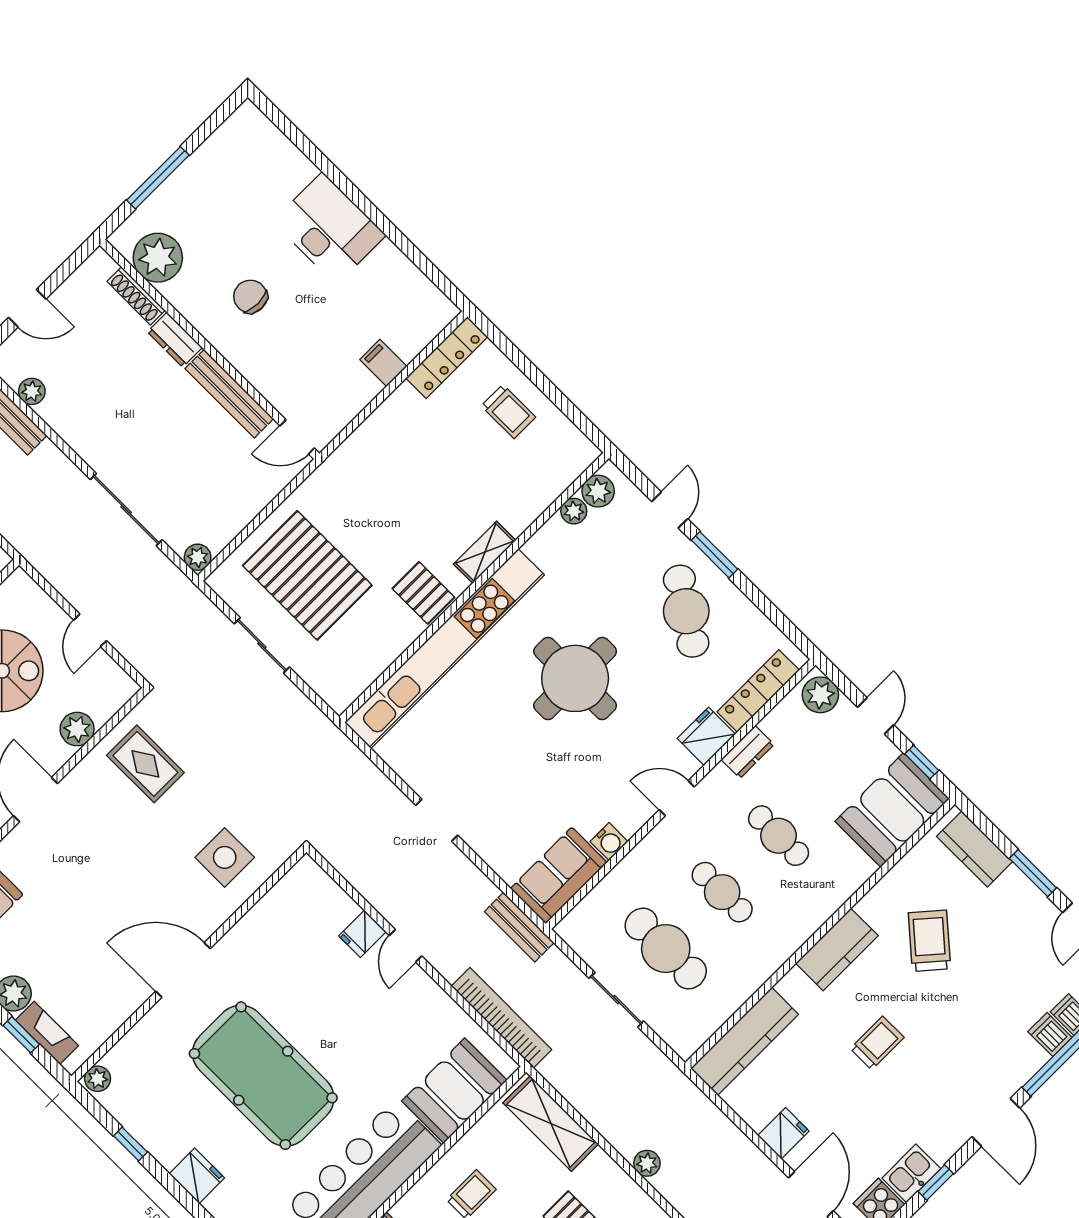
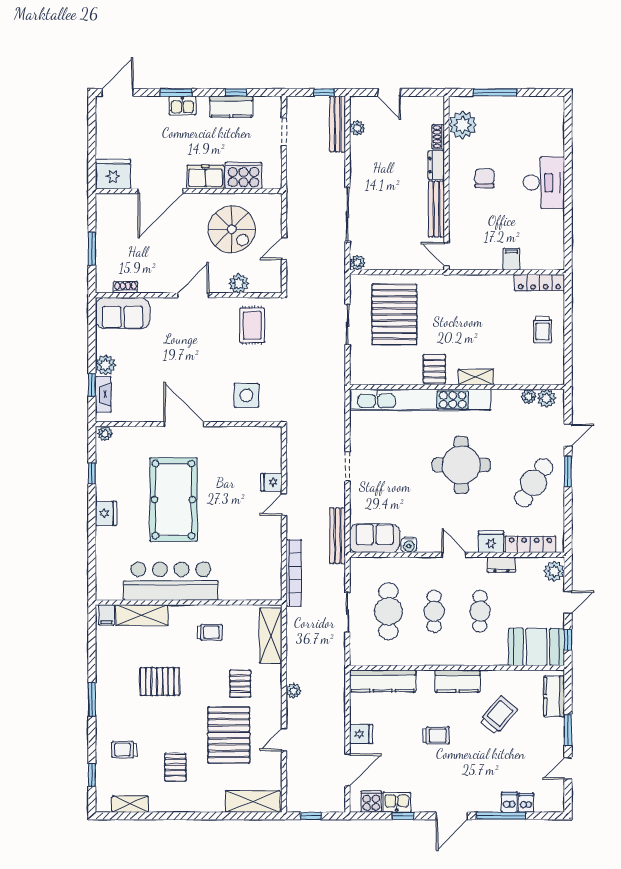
shoe rack: (136, 296) -> (438, 137), width x0.70
bench: (519, 927) -> (338, 536), width x1.36
booth: (454, 1091) -> (245, 583), removed

